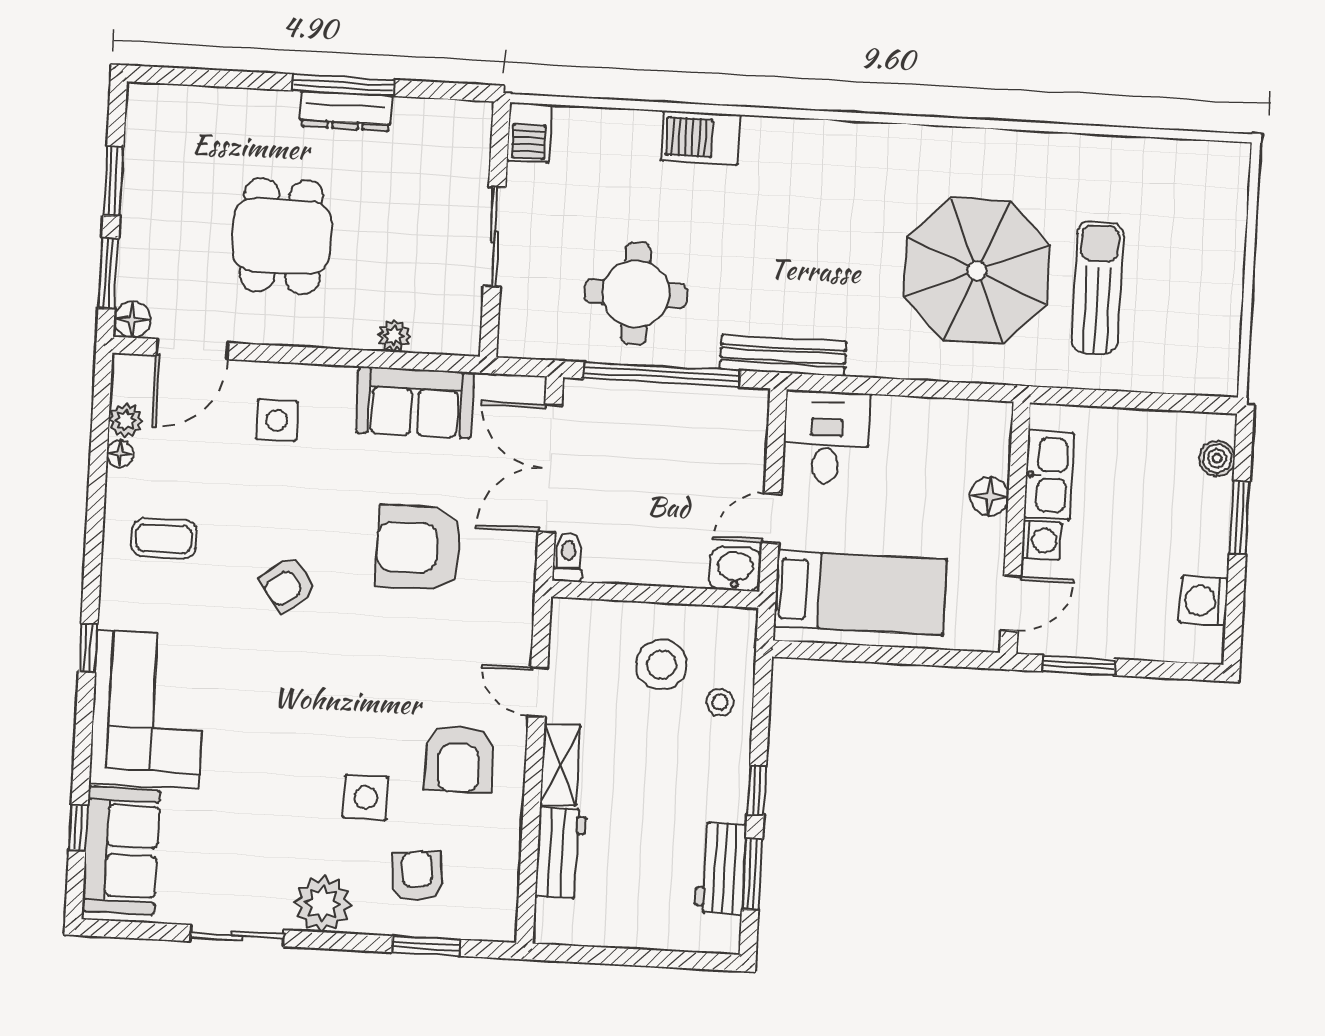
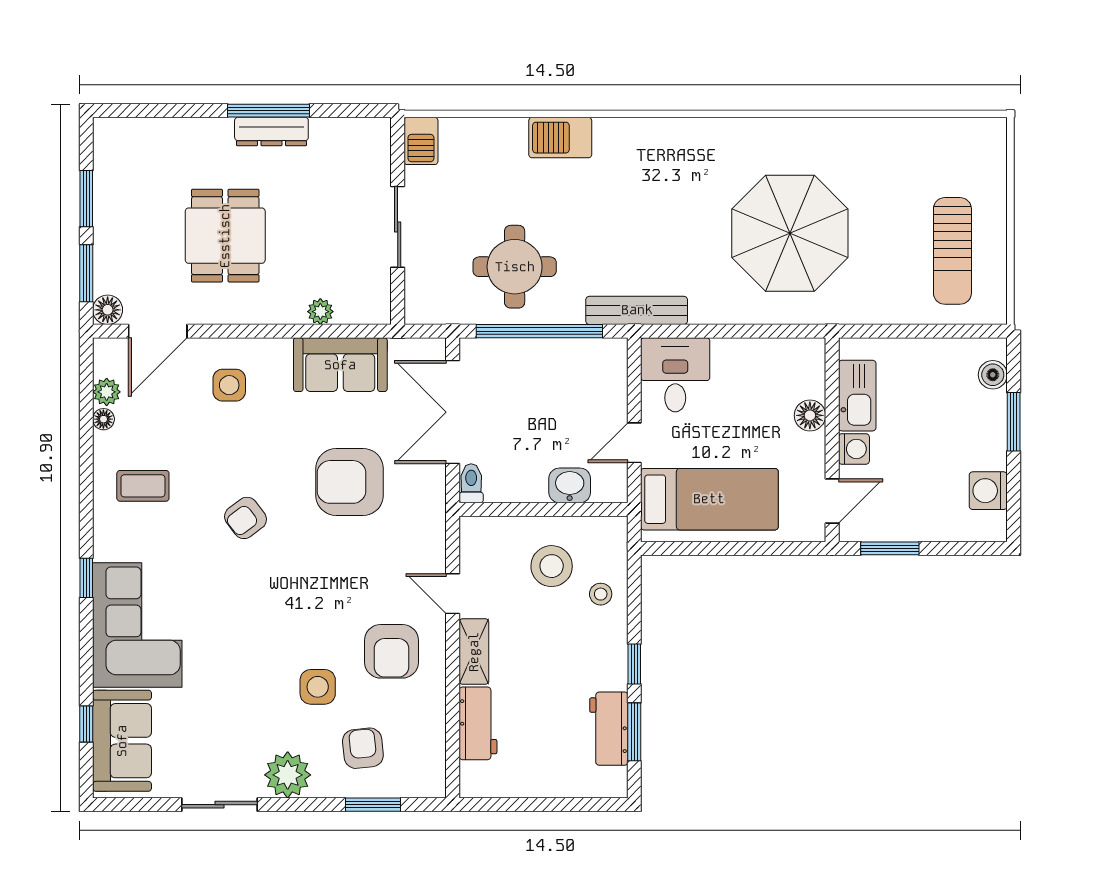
sun lounger: (1097, 288) -> (952, 251), moved, turned 180
washbasin: (735, 569) -> (570, 485), moved

